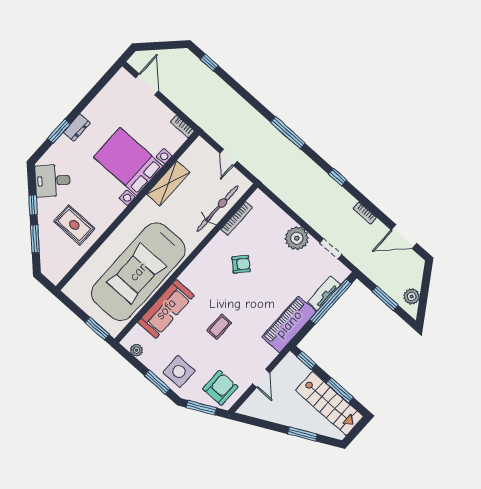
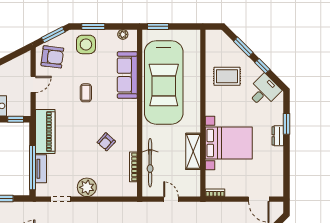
car: (138, 272) -> (164, 82), turned 180
door: (261, 378) -> (33, 84), swing flipped
armchair: (220, 388) -> (52, 57), turned -83

